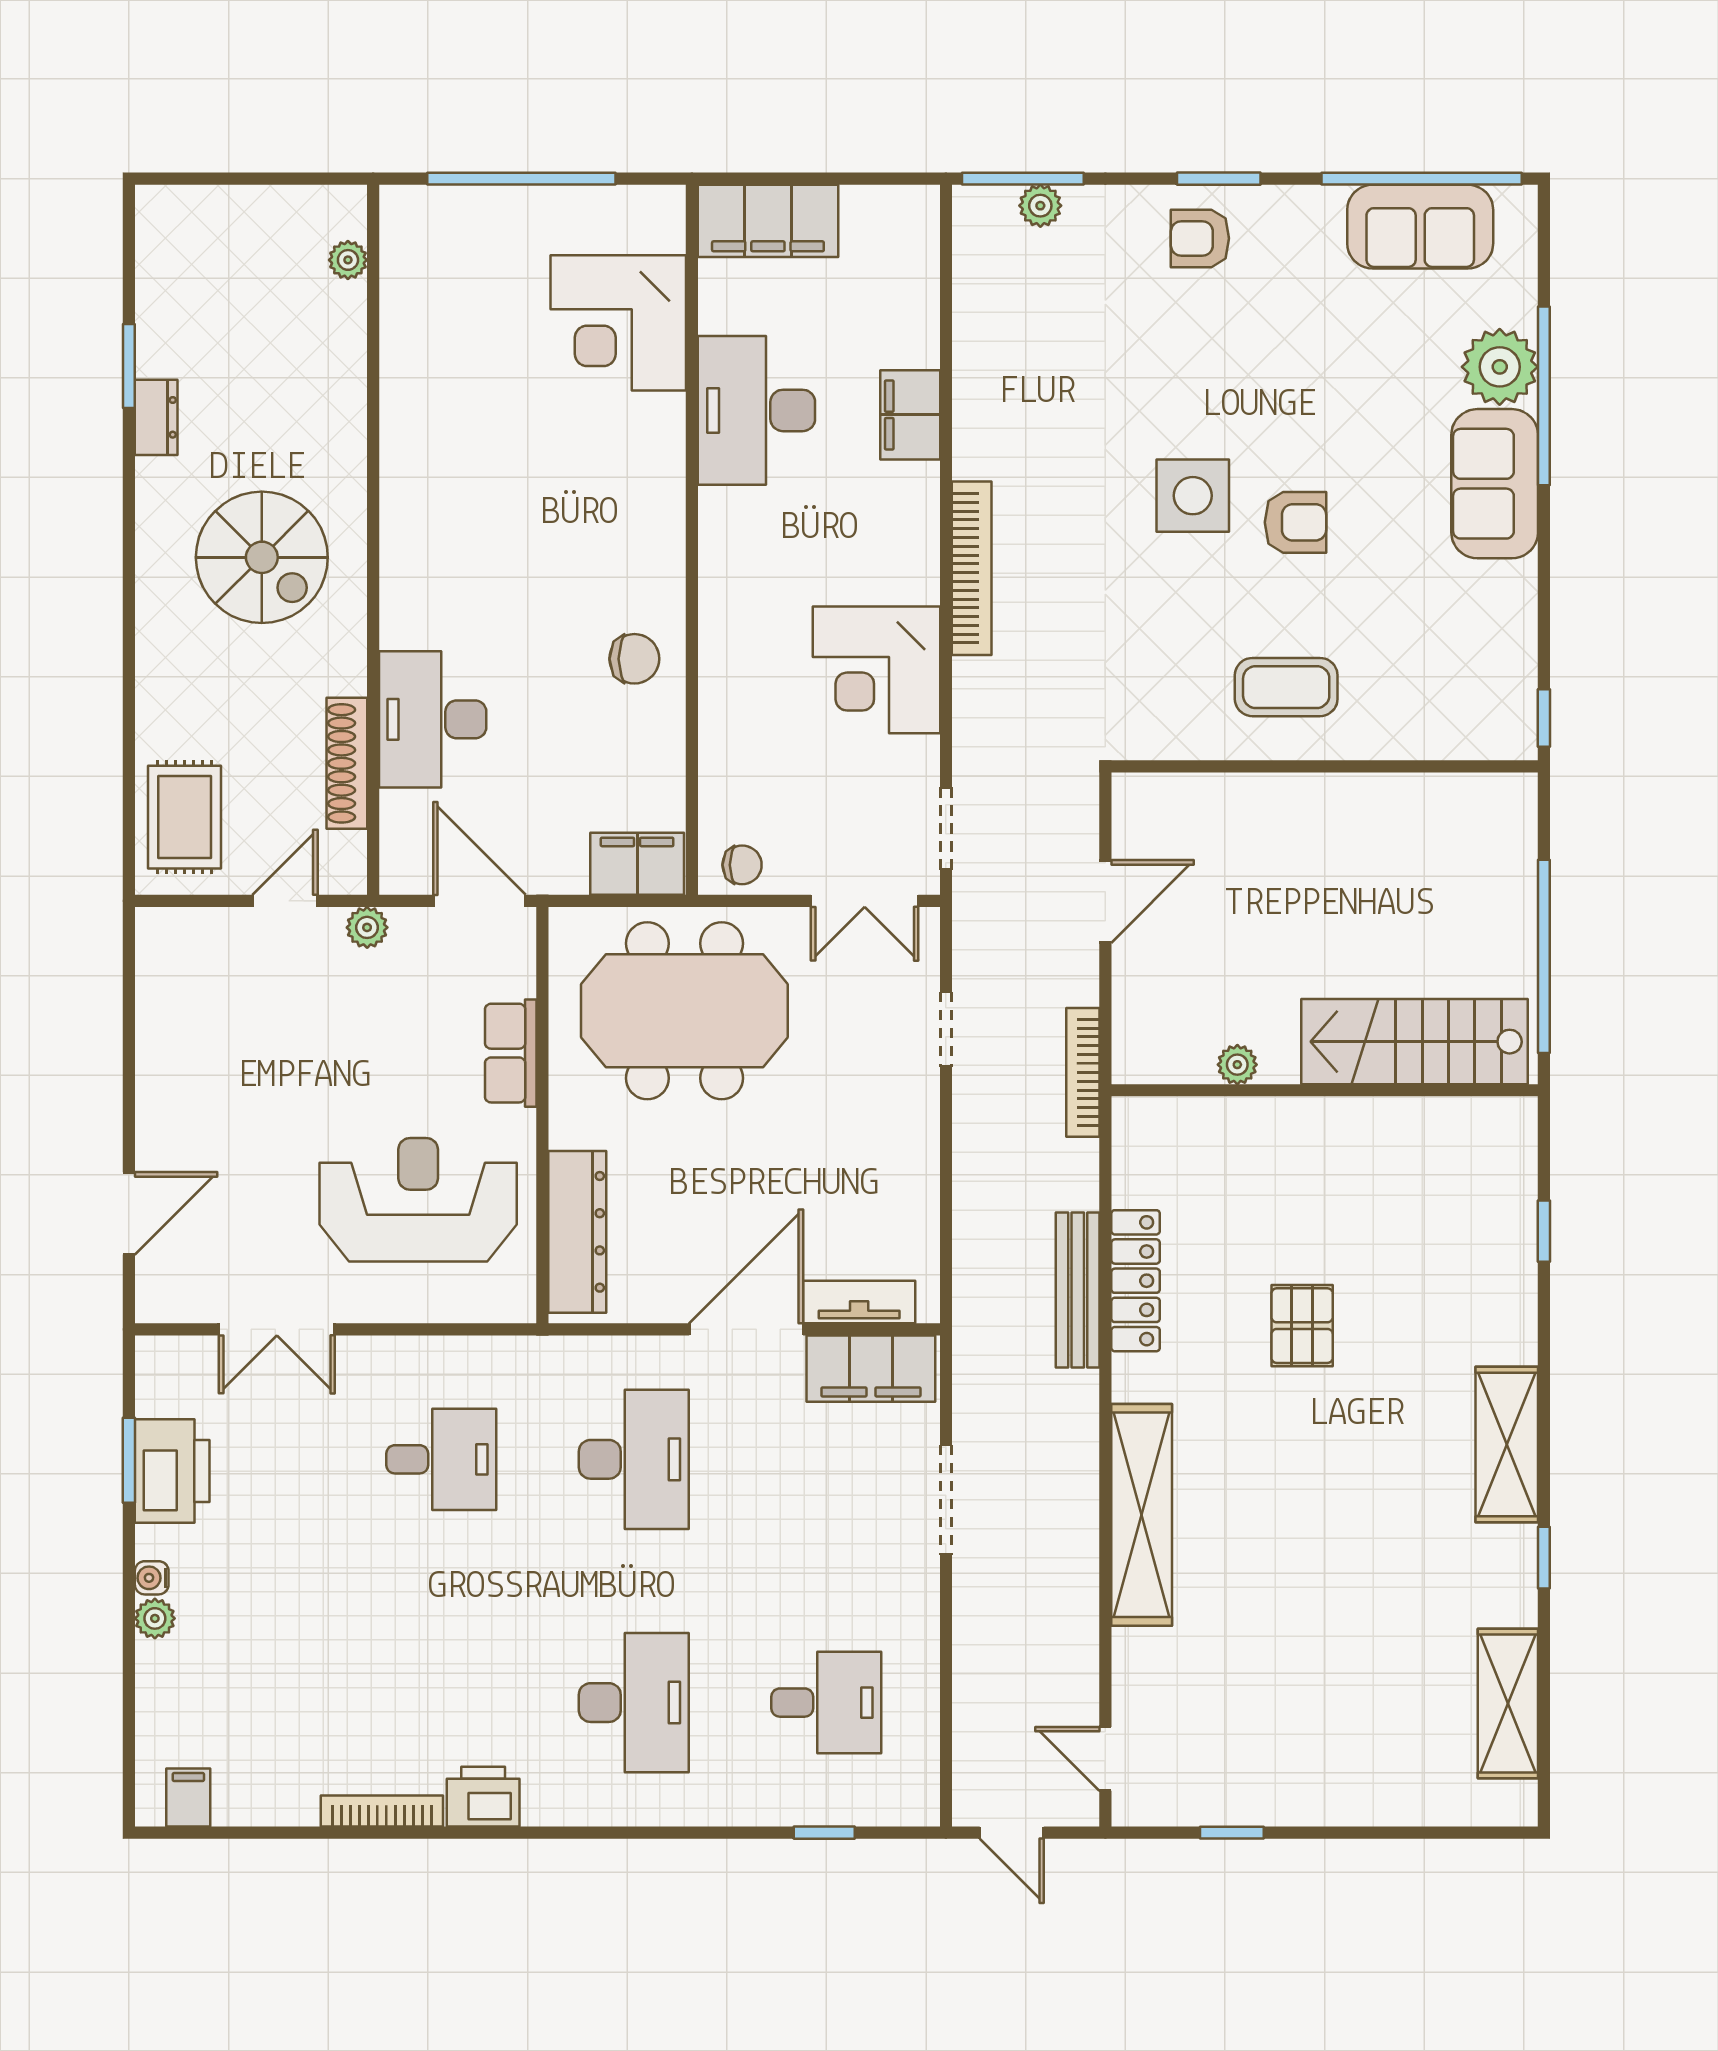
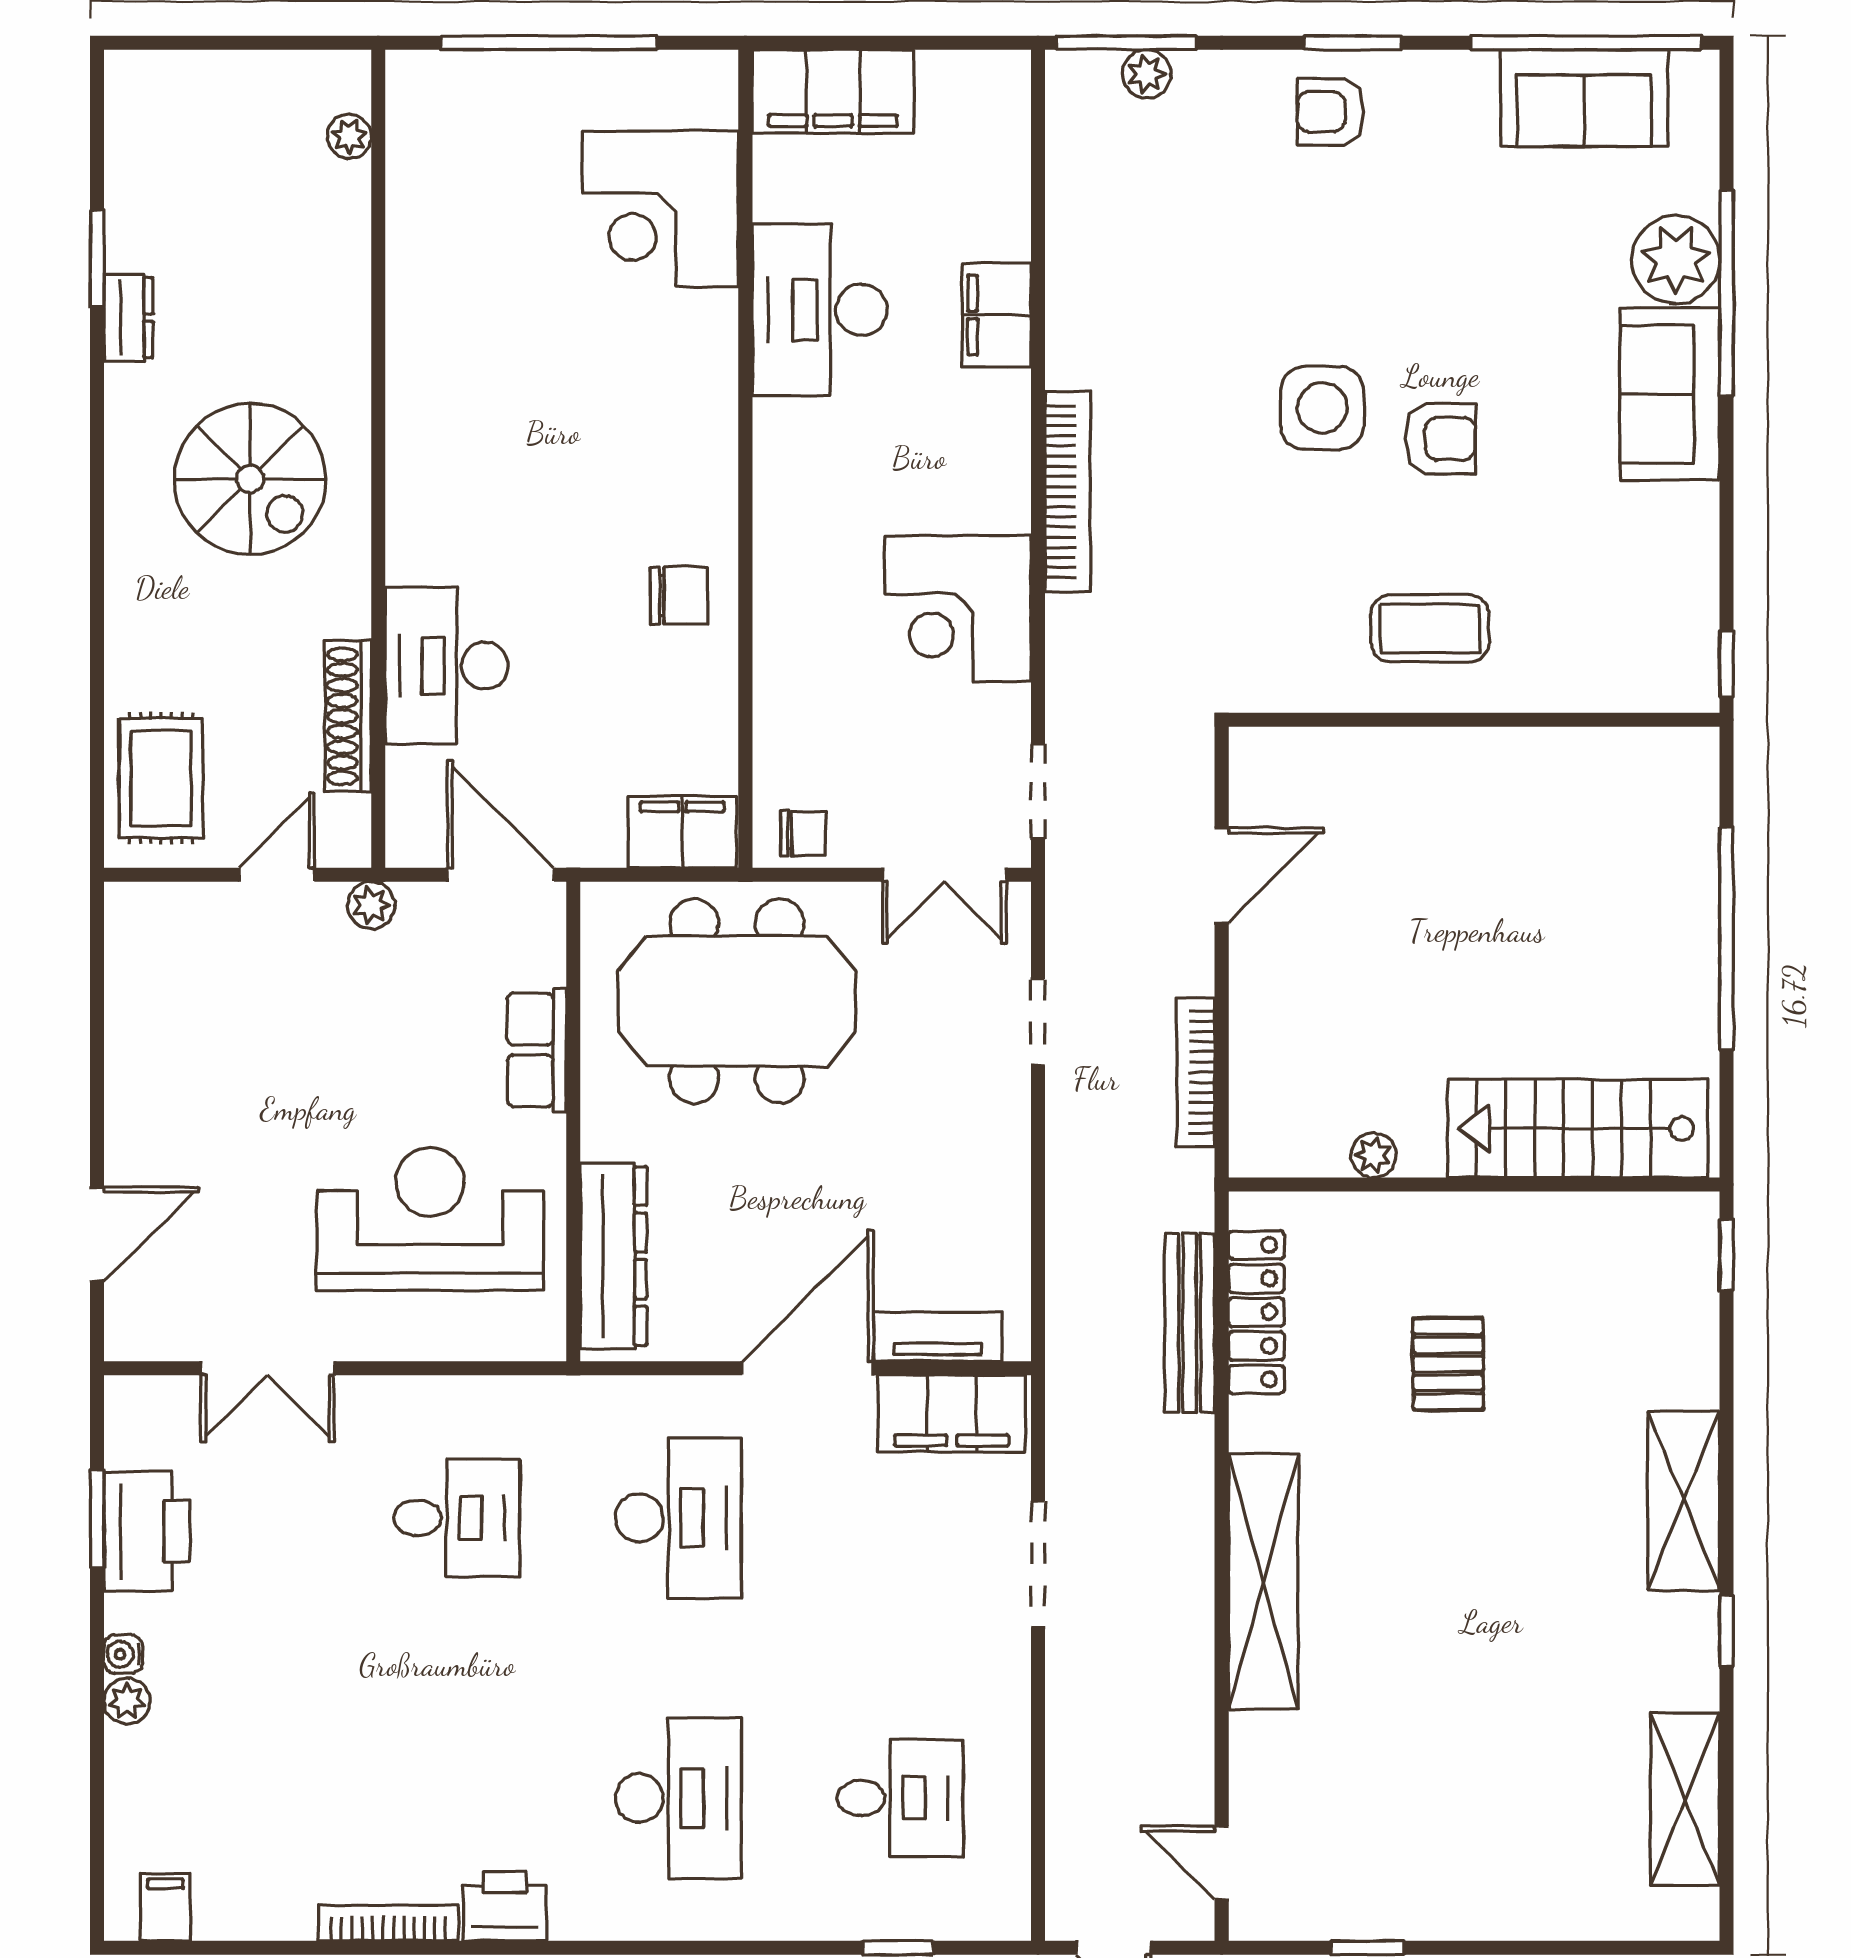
stairs: (1415, 1042) -> (1578, 1129), moved
plant: (1237, 1065) -> (1373, 1155), moved
wall: (1325, 1090) -> (1474, 1185), moved

